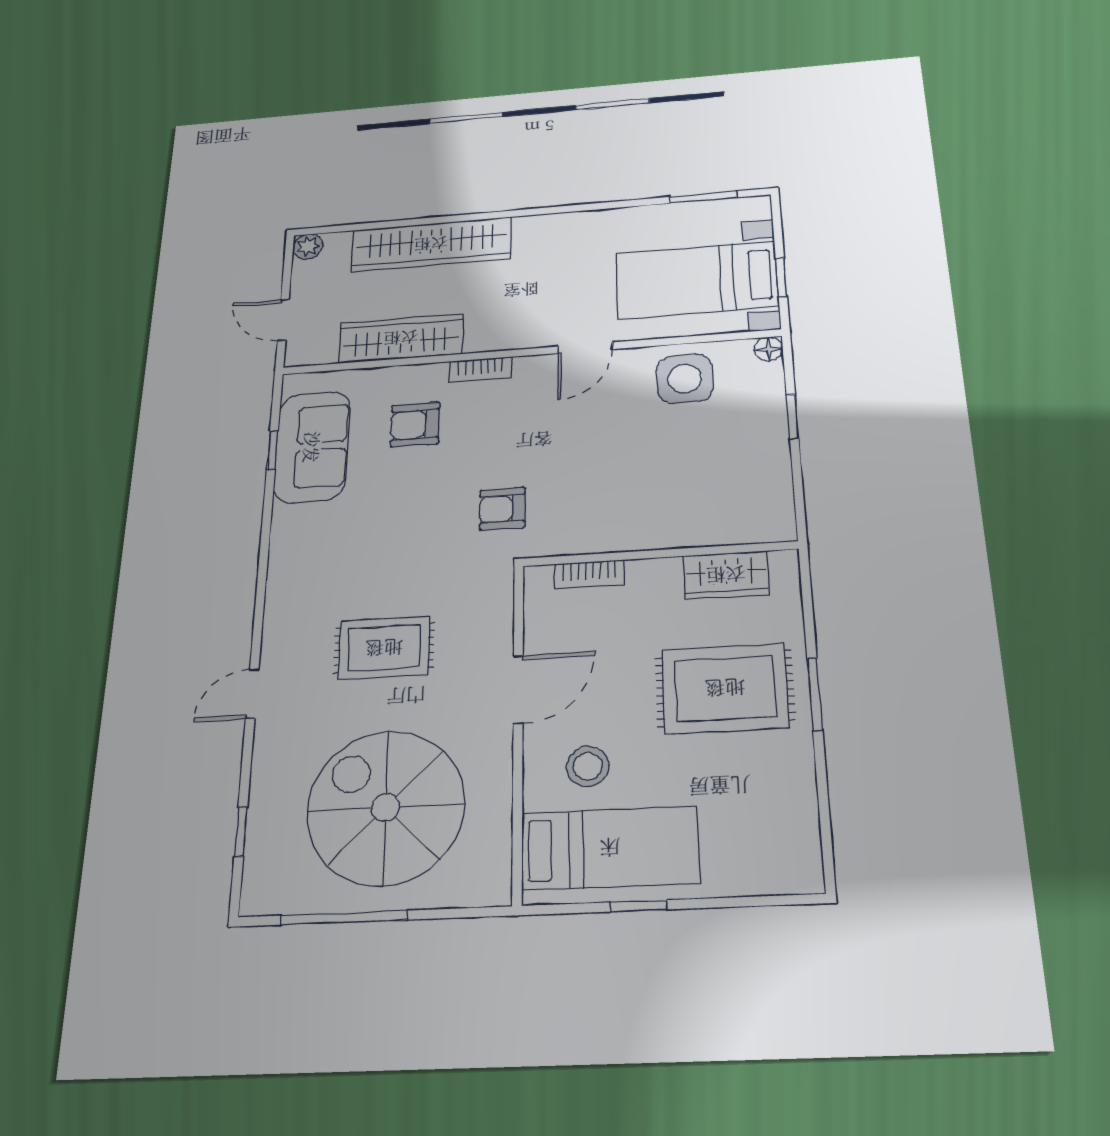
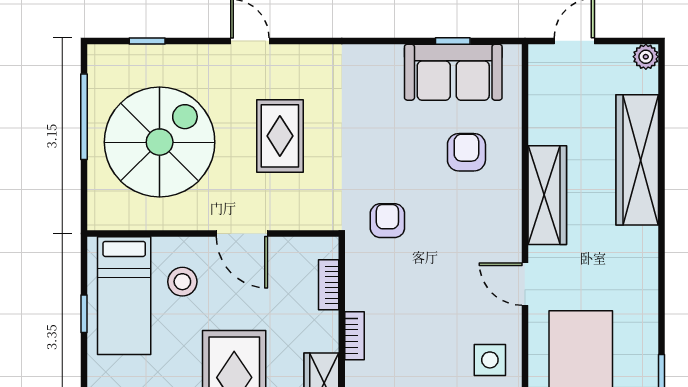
wardrobe: (401, 338) -> (547, 195), moved
bookcase: (480, 370) -> (354, 336), moved, turned 180
side table: (685, 379) -> (490, 360), width x0.73, depth x0.73

